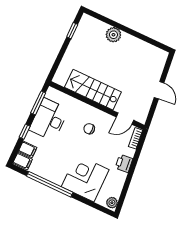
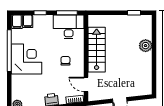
desk: (49, 120) -> (69, 27), moved
corner desk: (85, 178) -> (26, 59), moved

